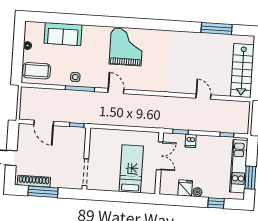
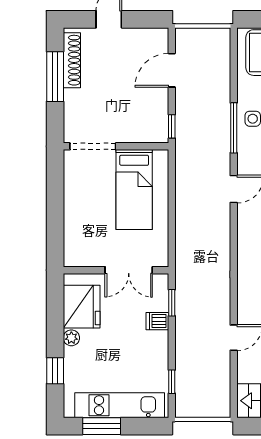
bed: (131, 169) -> (134, 189), moved, turned 90
fridge: (185, 188) -> (82, 307), width x1.88, depth x1.34

